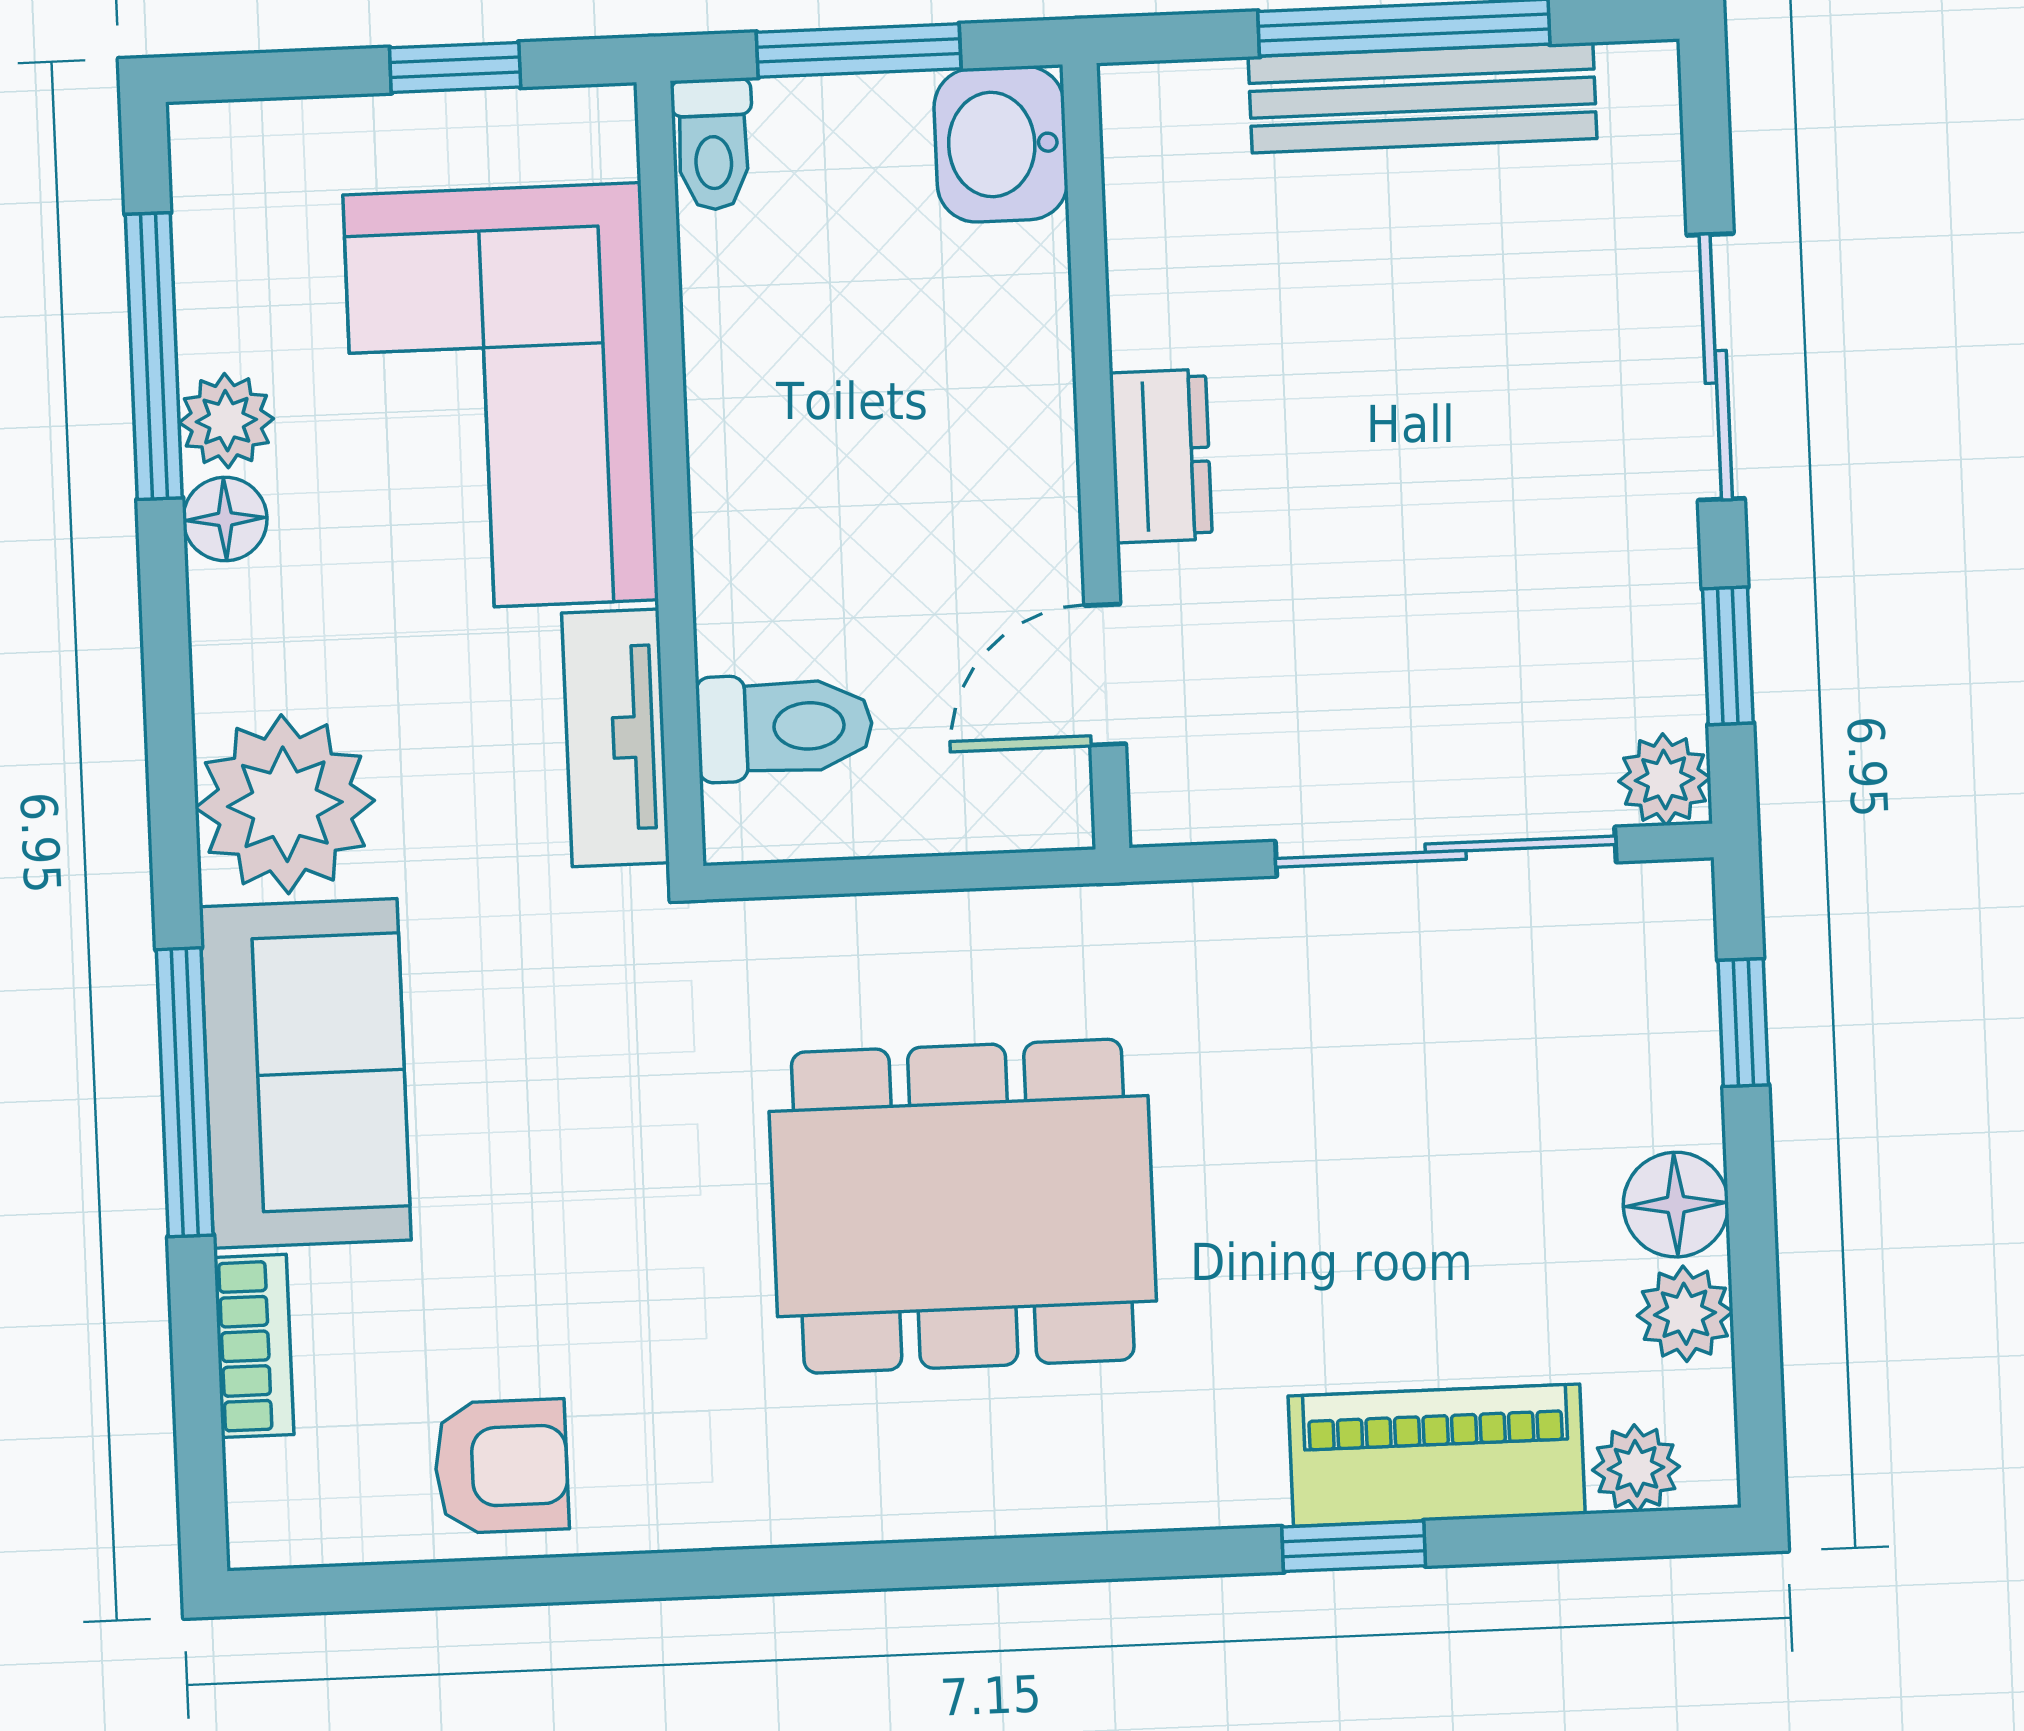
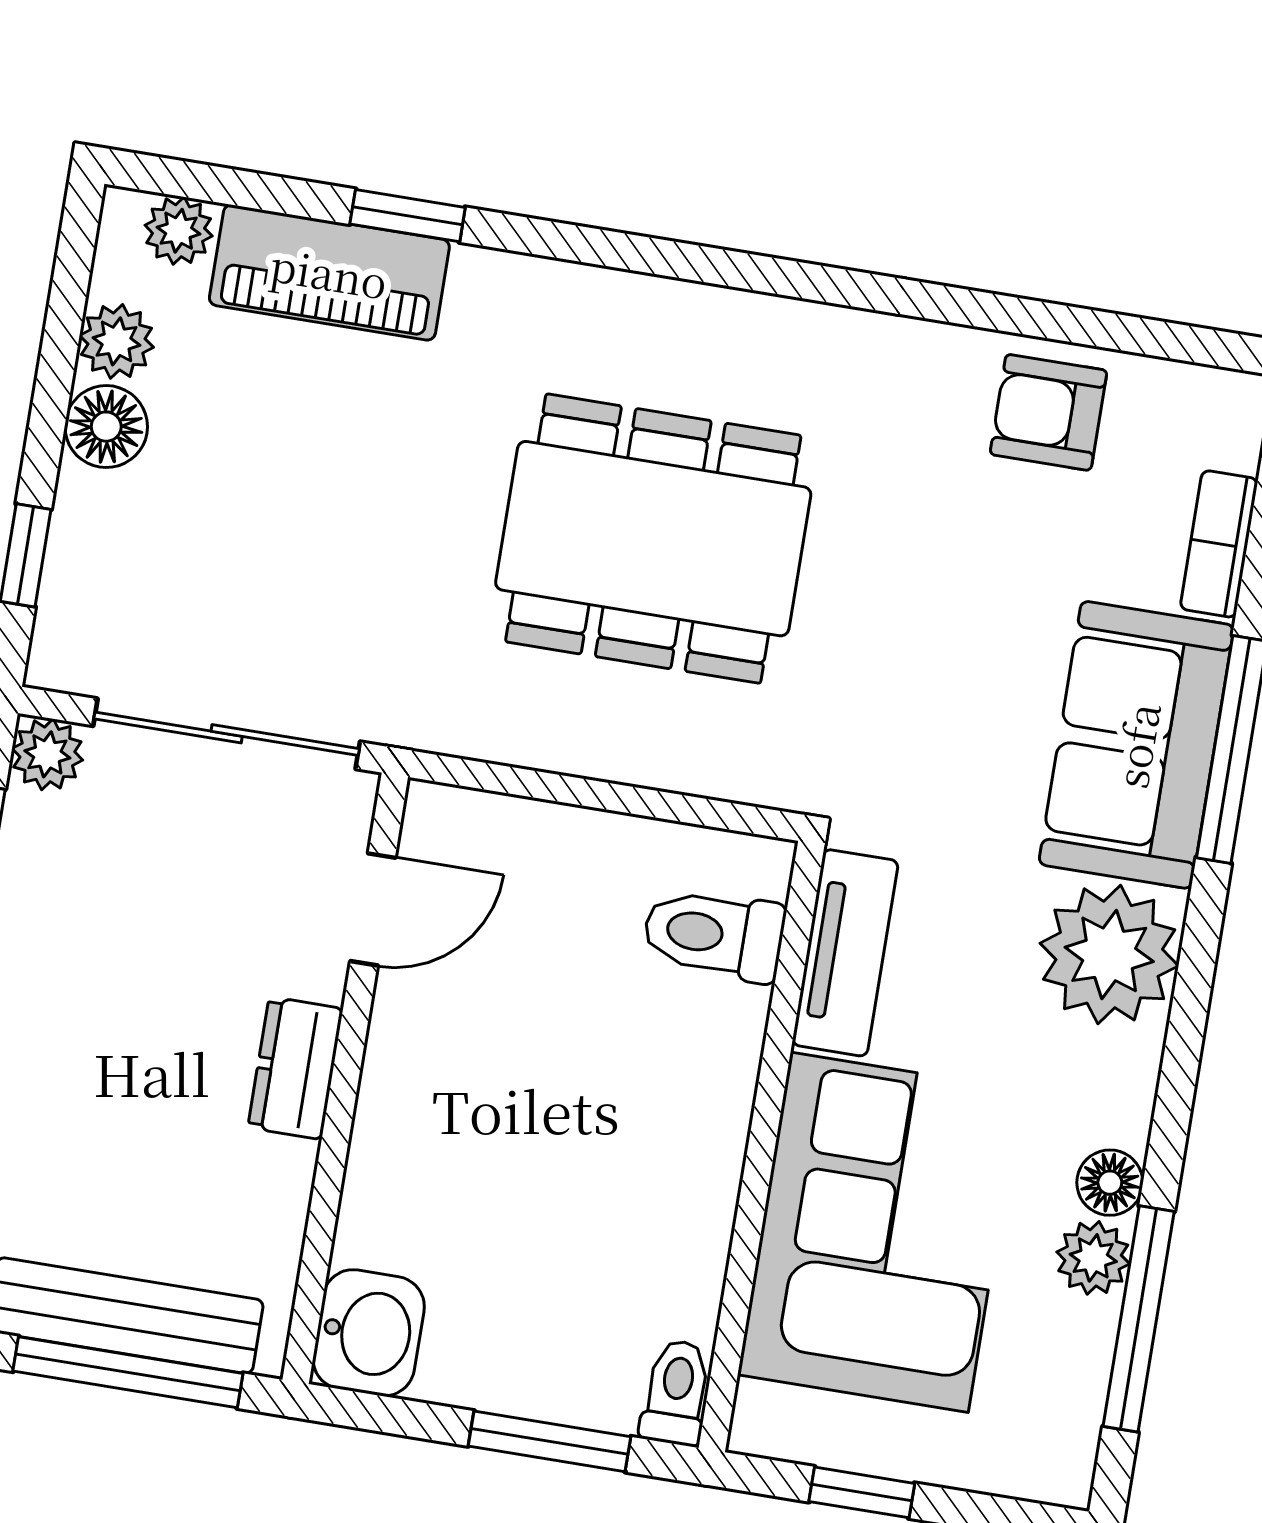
washbasin: (1001, 144) -> (369, 1333), moved
wall: (1096, 456) -> (345, 1078), moved
dresser: (1161, 456) -> (295, 1068), moved
door: (1105, 675) -> (373, 909), moved

